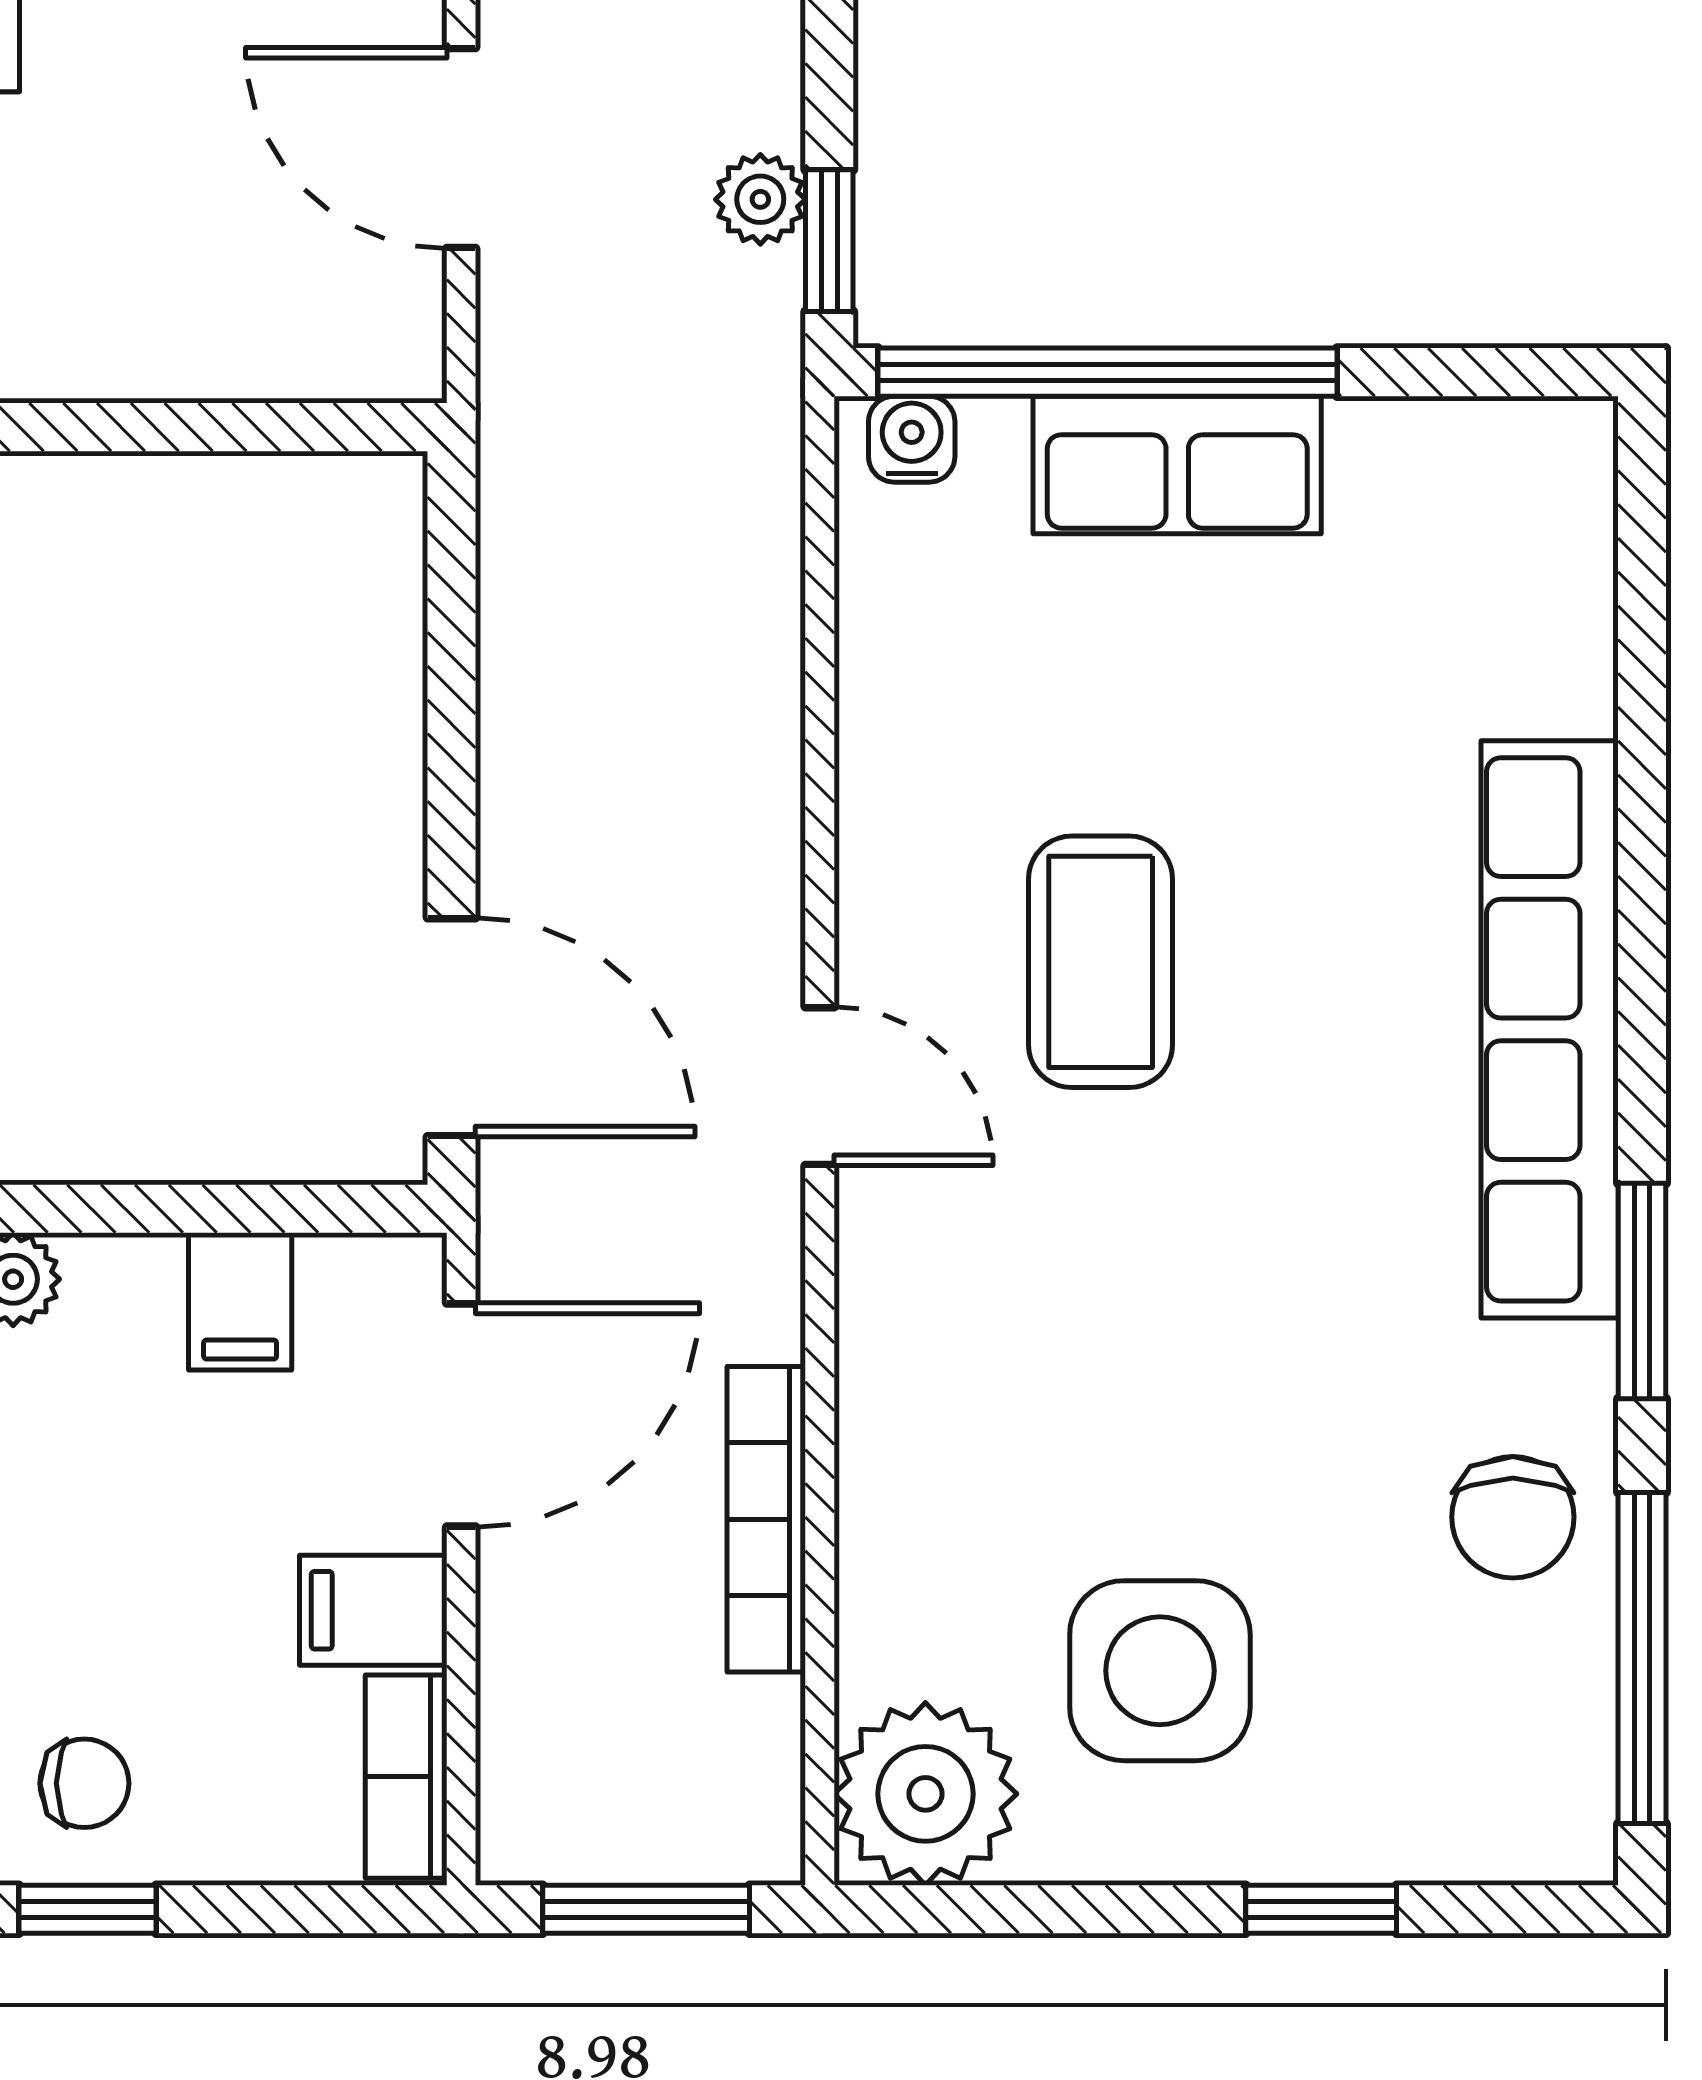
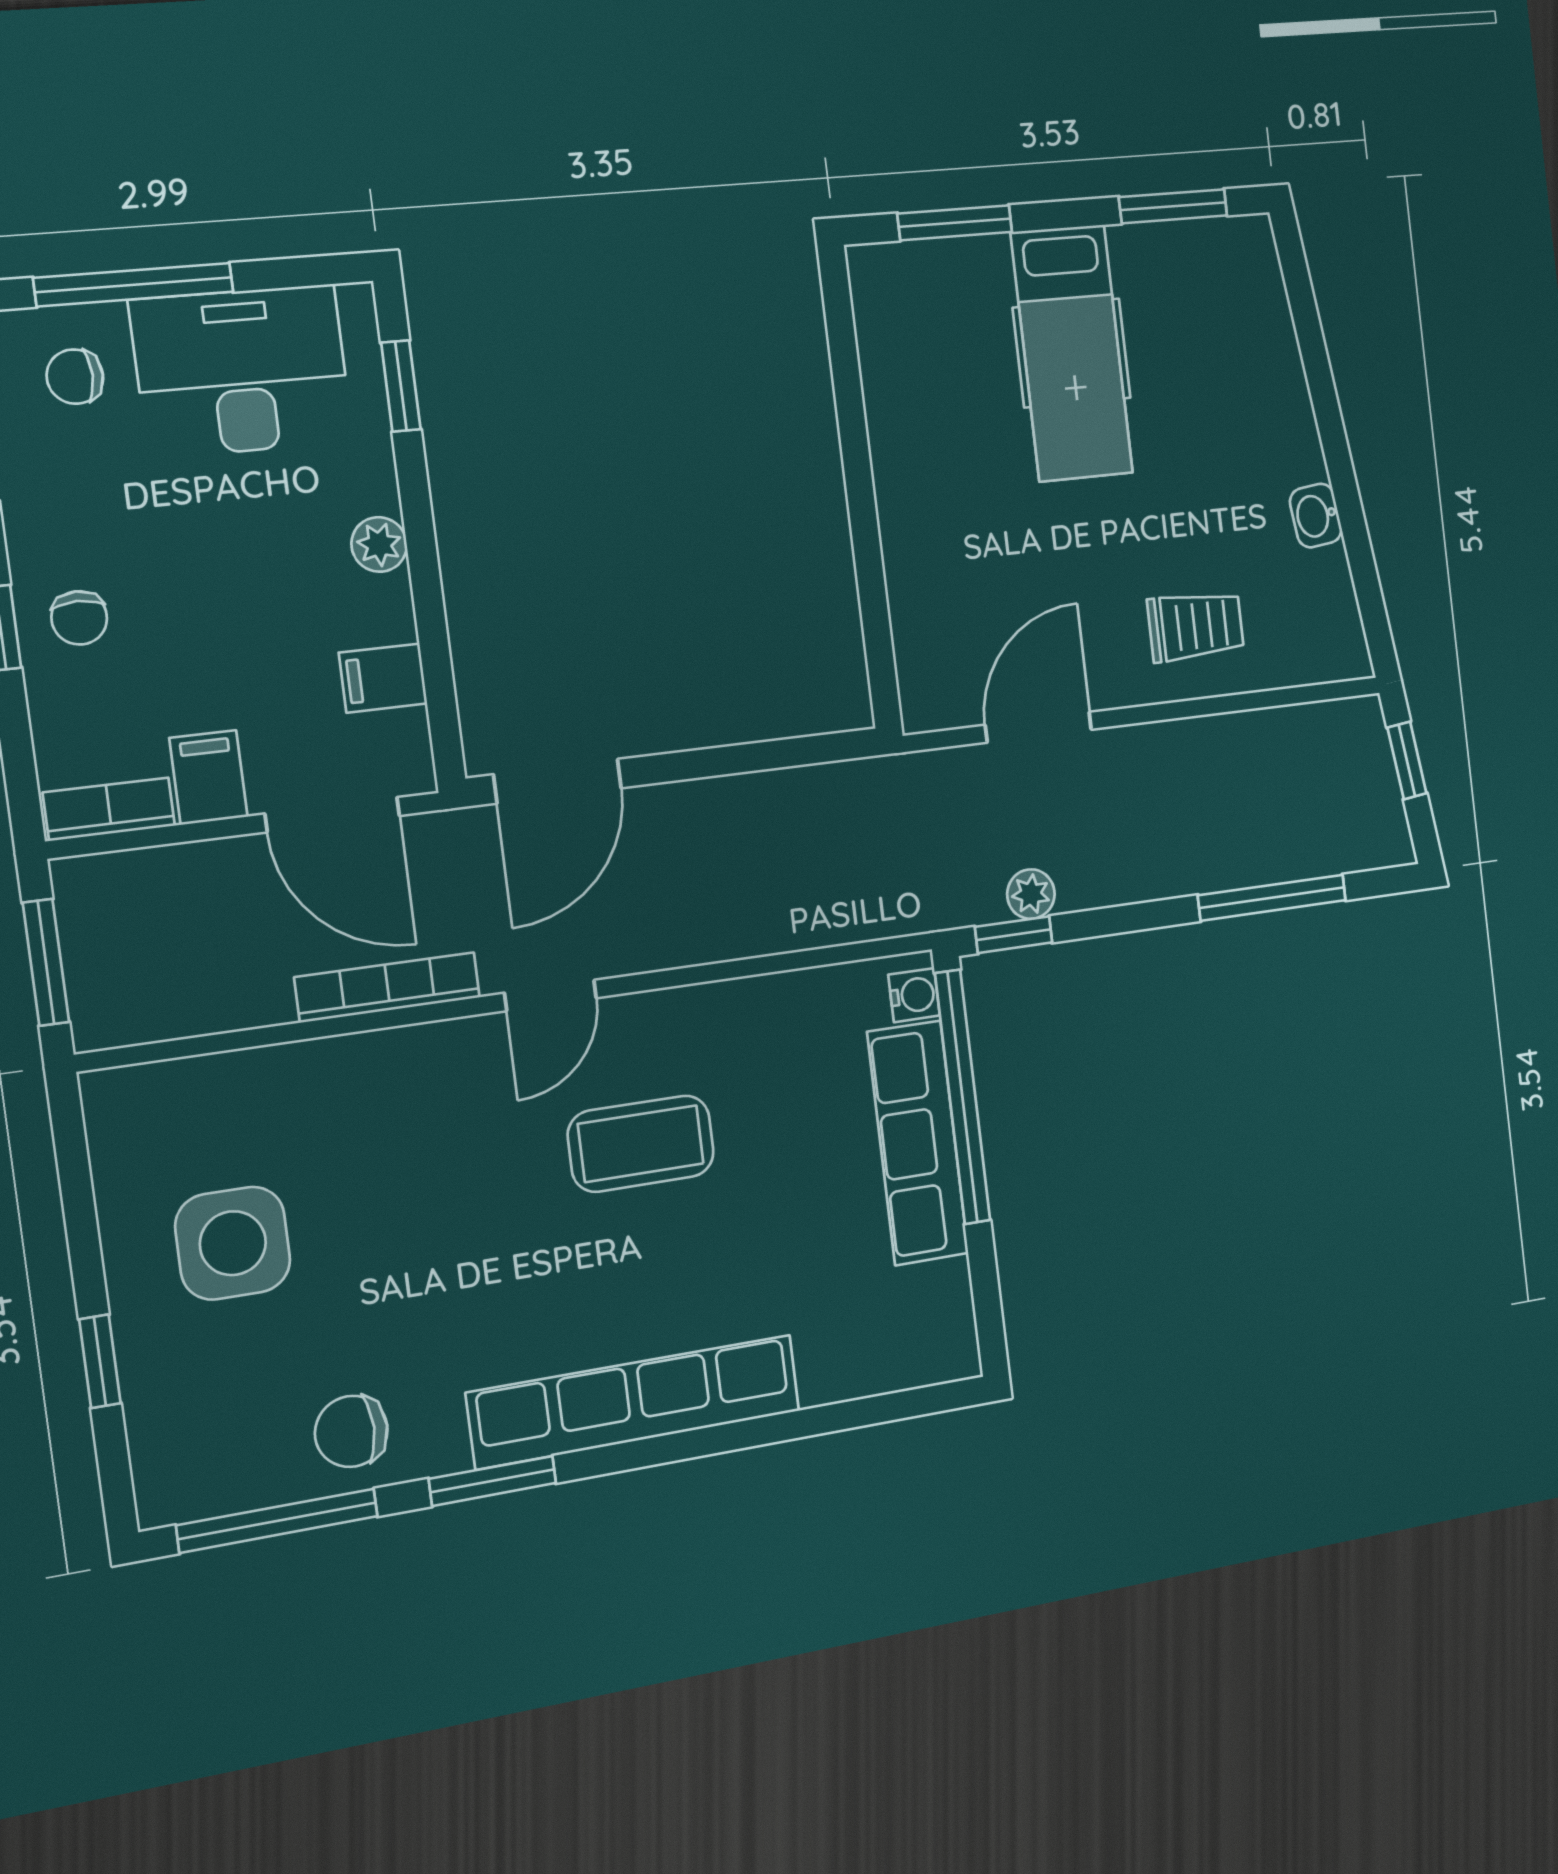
row of seats: (1177, 465) -> (918, 1143), width x1.48
bookcase: (766, 1519) -> (387, 987), moved
plant: (925, 1794) -> (140, 1118), removed

